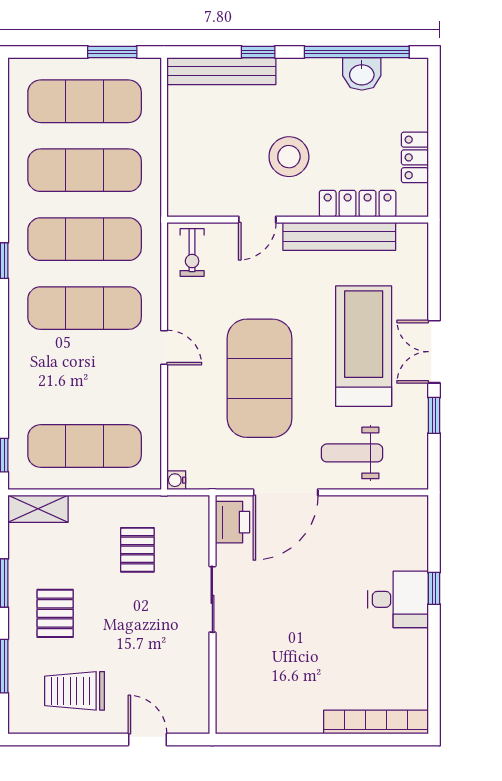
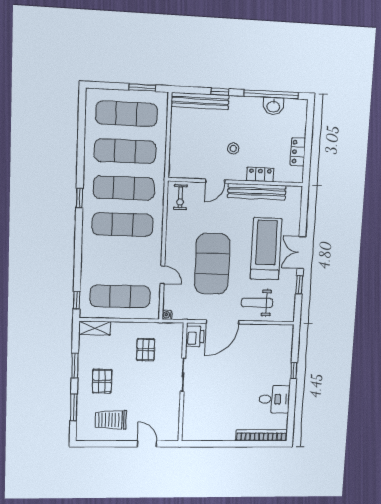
stool: (289, 157) -> (233, 149), width x0.53, depth x0.53
locker: (358, 204) -> (260, 174), width x0.66
door: (164, 348) -> (162, 275), moved
desk: (398, 599) -> (274, 399), moved

